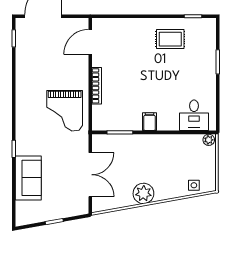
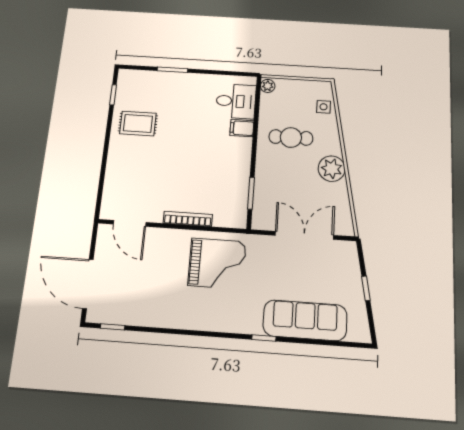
rug: (170, 39) -> (138, 123), turned 90
filing cabinet: (149, 122) -> (242, 128), moved
cafe table: (167, 161) -> (291, 137), added
sofa: (28, 178) -> (305, 320), width x1.36

